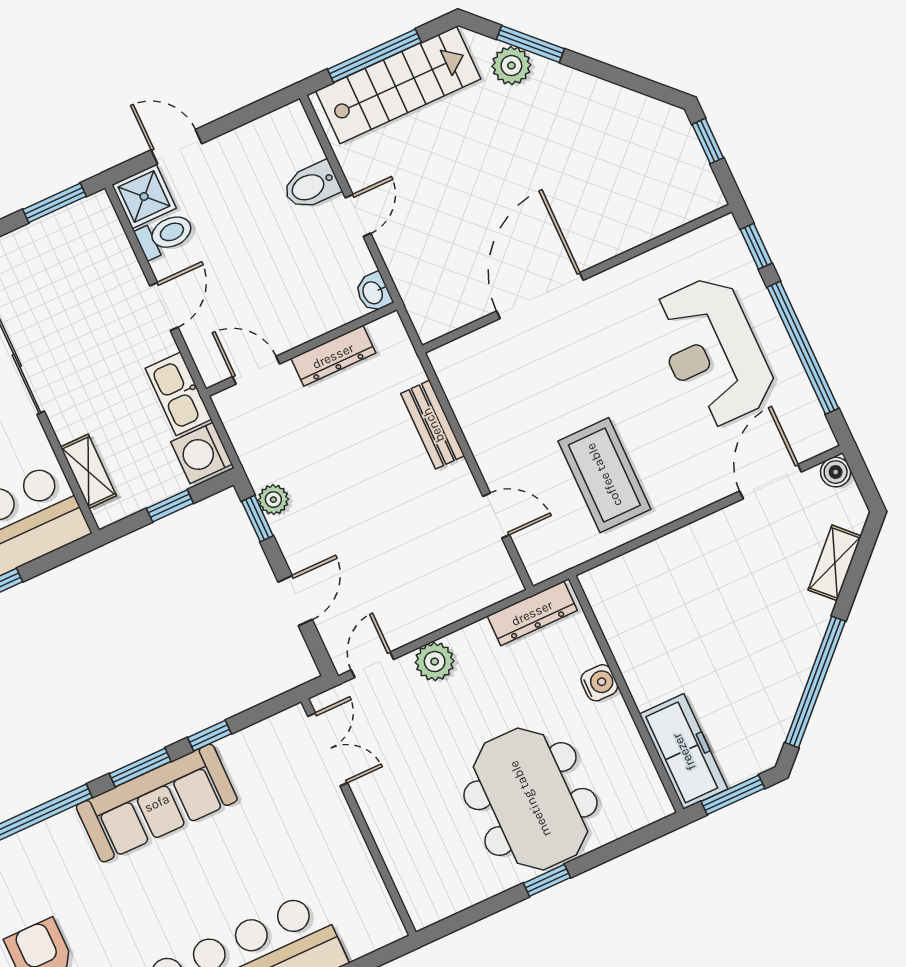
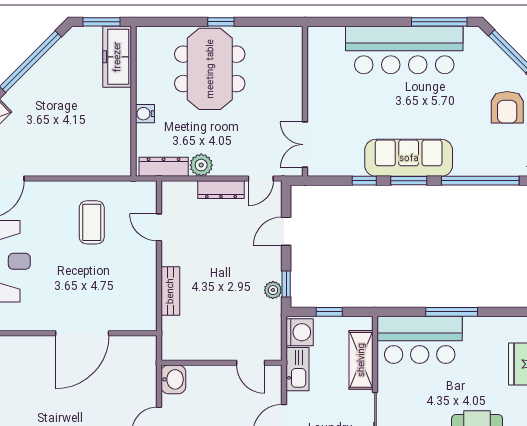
washbasin: (373, 292) -> (173, 379), width x1.38, depth x1.45
dresser: (333, 356) -> (221, 190), moved, turned 180
shelving: (88, 471) -> (361, 360), width x1.50, depth x1.33
coffee table: (604, 475) -> (92, 222), width x0.73, depth x0.76
plant: (435, 662) -> (201, 165), moved

